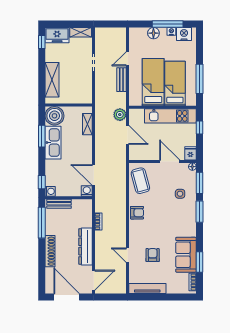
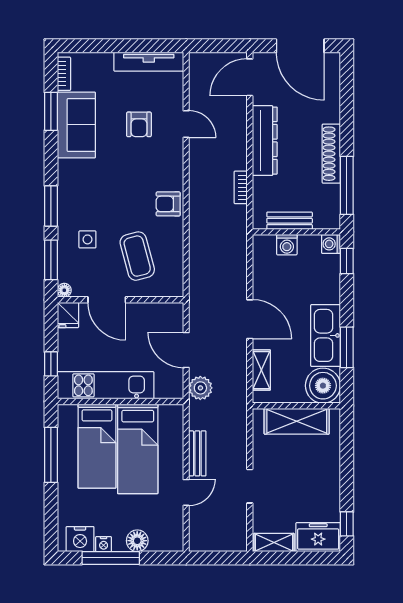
shelving: (52, 80) -> (297, 421), moved, turned 90
door: (94, 175) -> (250, 319), moved
coffee table: (140, 181) -> (137, 256), moved
washing machine: (87, 191) -> (287, 245), moved
bench: (59, 204) -> (290, 221), moved
shoe rack: (50, 251) -> (331, 154), moved

